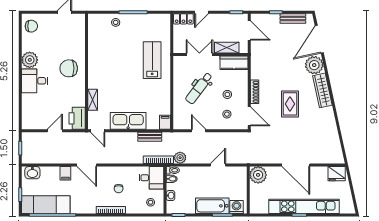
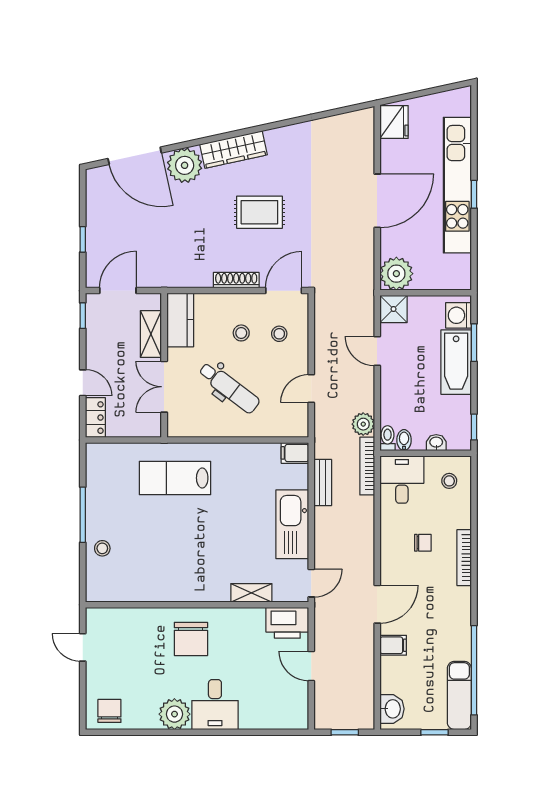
bench: (293, 19) -> (95, 206), removed
shower: (240, 173) -> (393, 309), added
exam couch: (46, 205) -> (459, 695), width x0.73, depth x0.69

